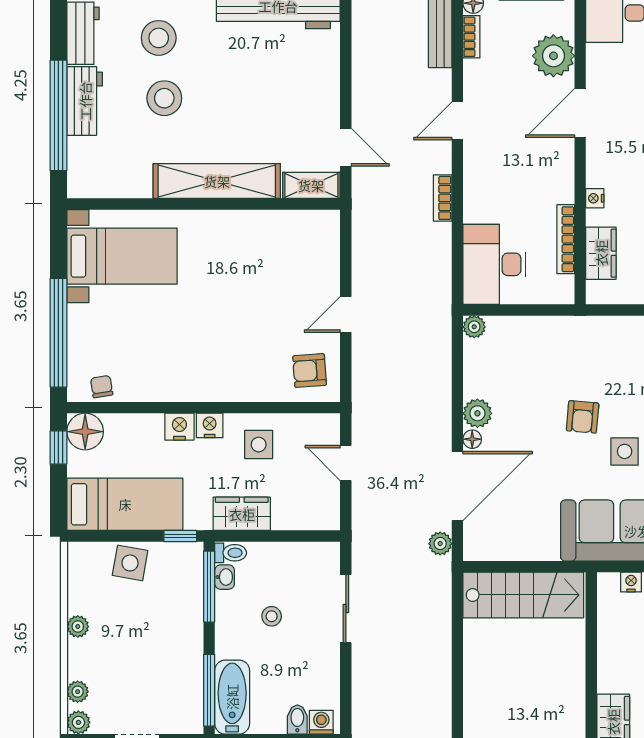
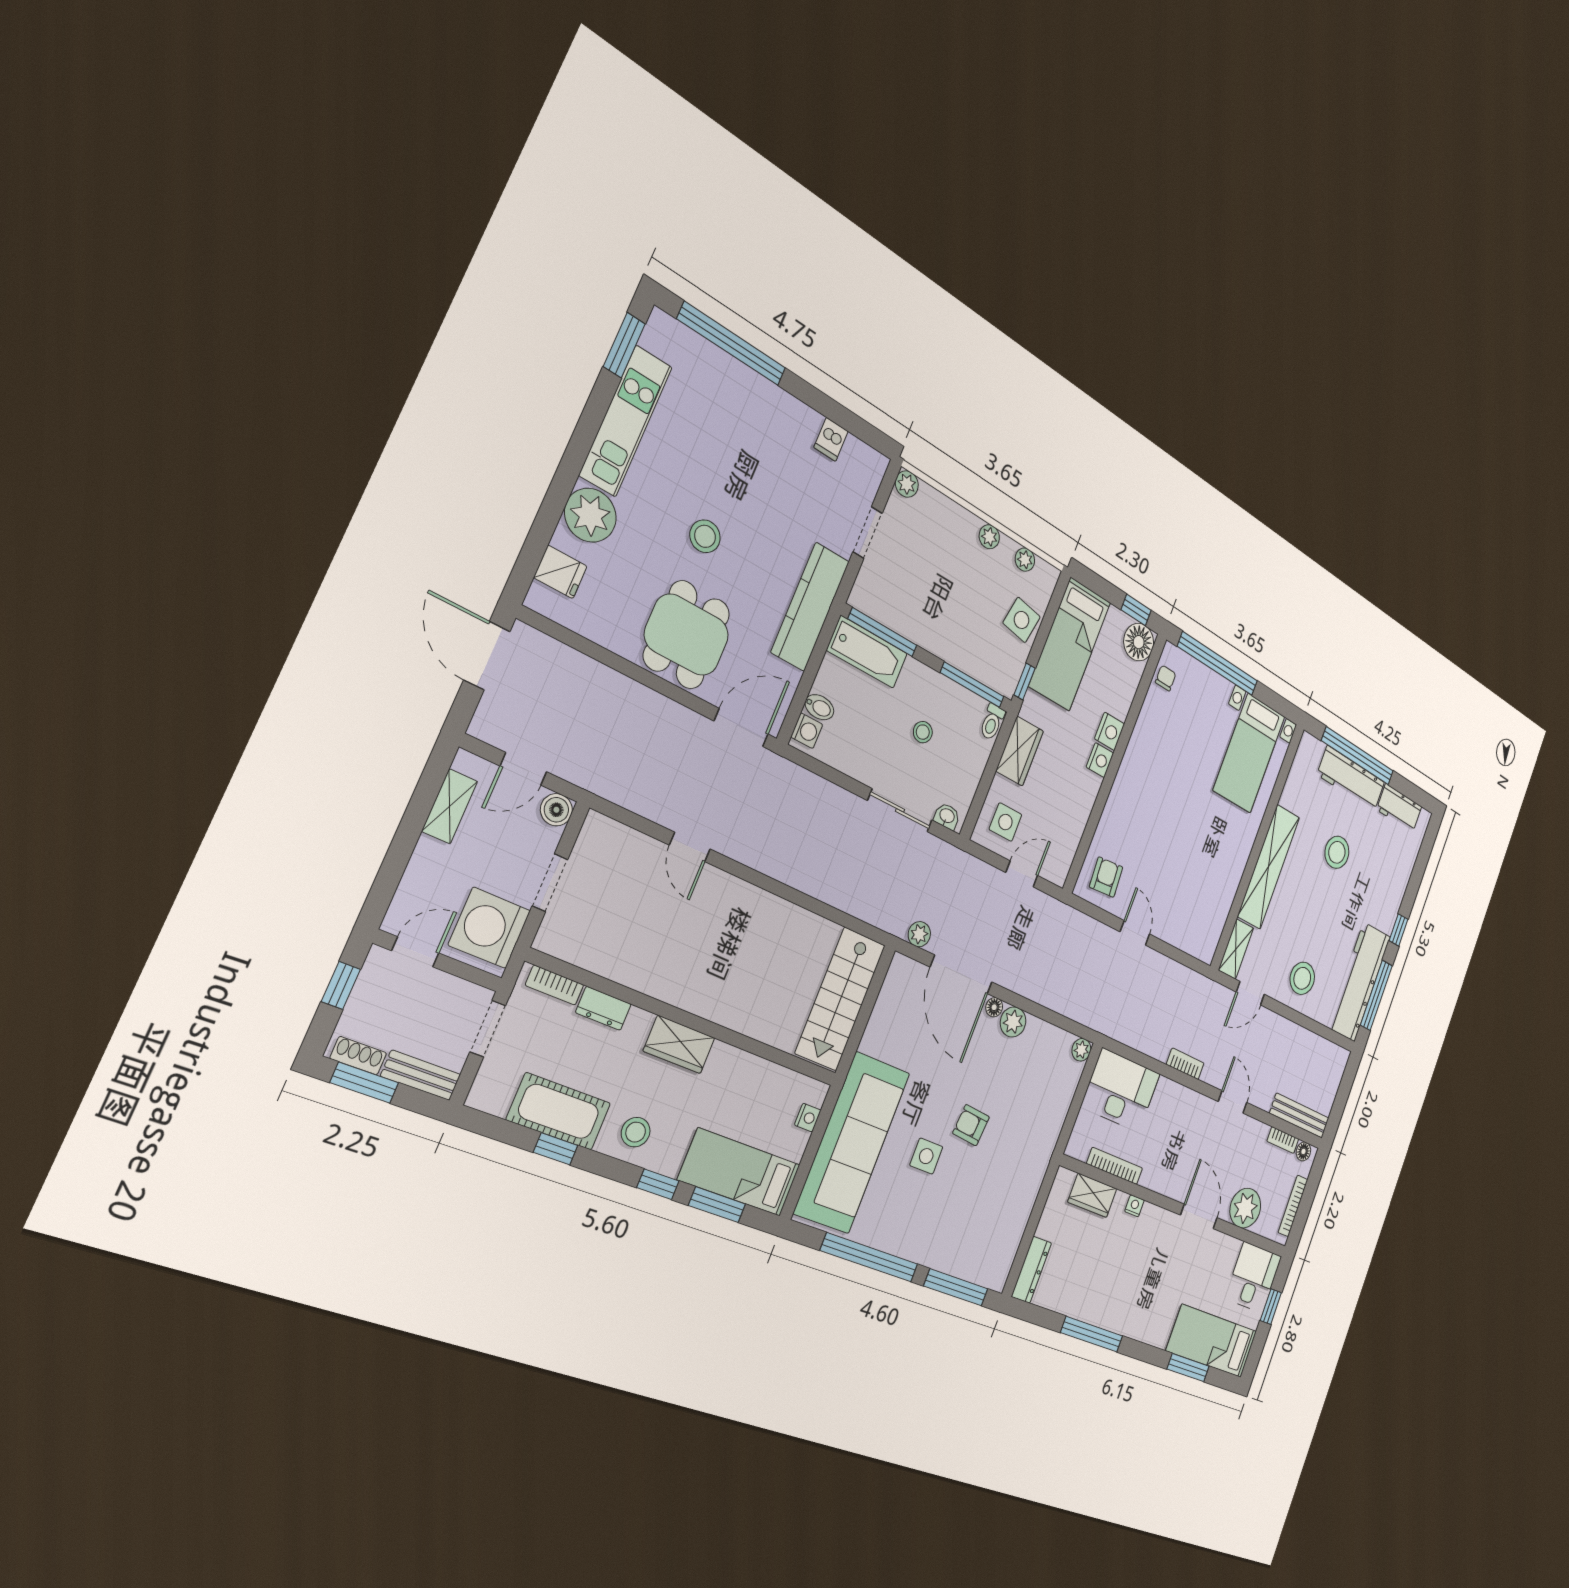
stool: (159, 38) -> (1302, 978), moved
workbench: (85, 101) -> (1351, 779), width x1.38
chair: (102, 387) -> (1166, 678), turned -81
side table: (259, 445) -> (1005, 822), moved
washbasin: (225, 577) -> (947, 816), moved, turned 180
plant: (78, 692) -> (1025, 560), moved

